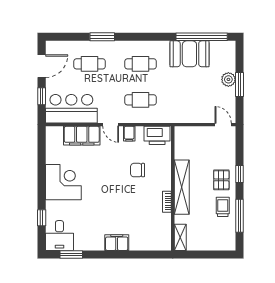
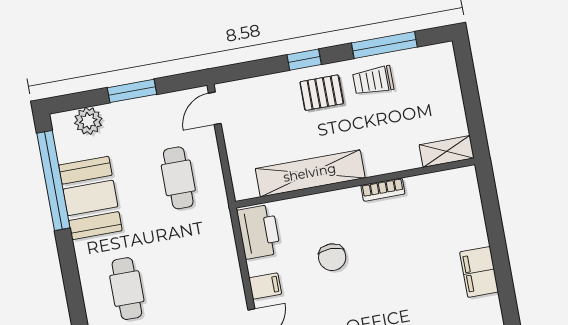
plant: (228, 79) -> (88, 121), moved
cafe table: (141, 100) -> (178, 178), moved
shelving: (182, 187) -> (310, 173), moved

